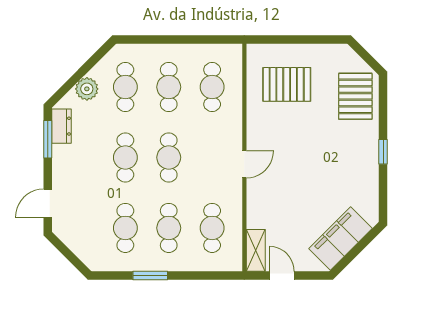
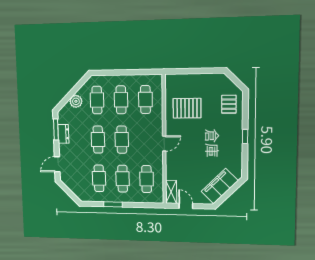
pallet: (287, 84) -> (187, 108), moved
pallet: (355, 96) -> (229, 104), width x0.67, depth x0.71
dresser: (61, 126) -> (63, 134), moved

